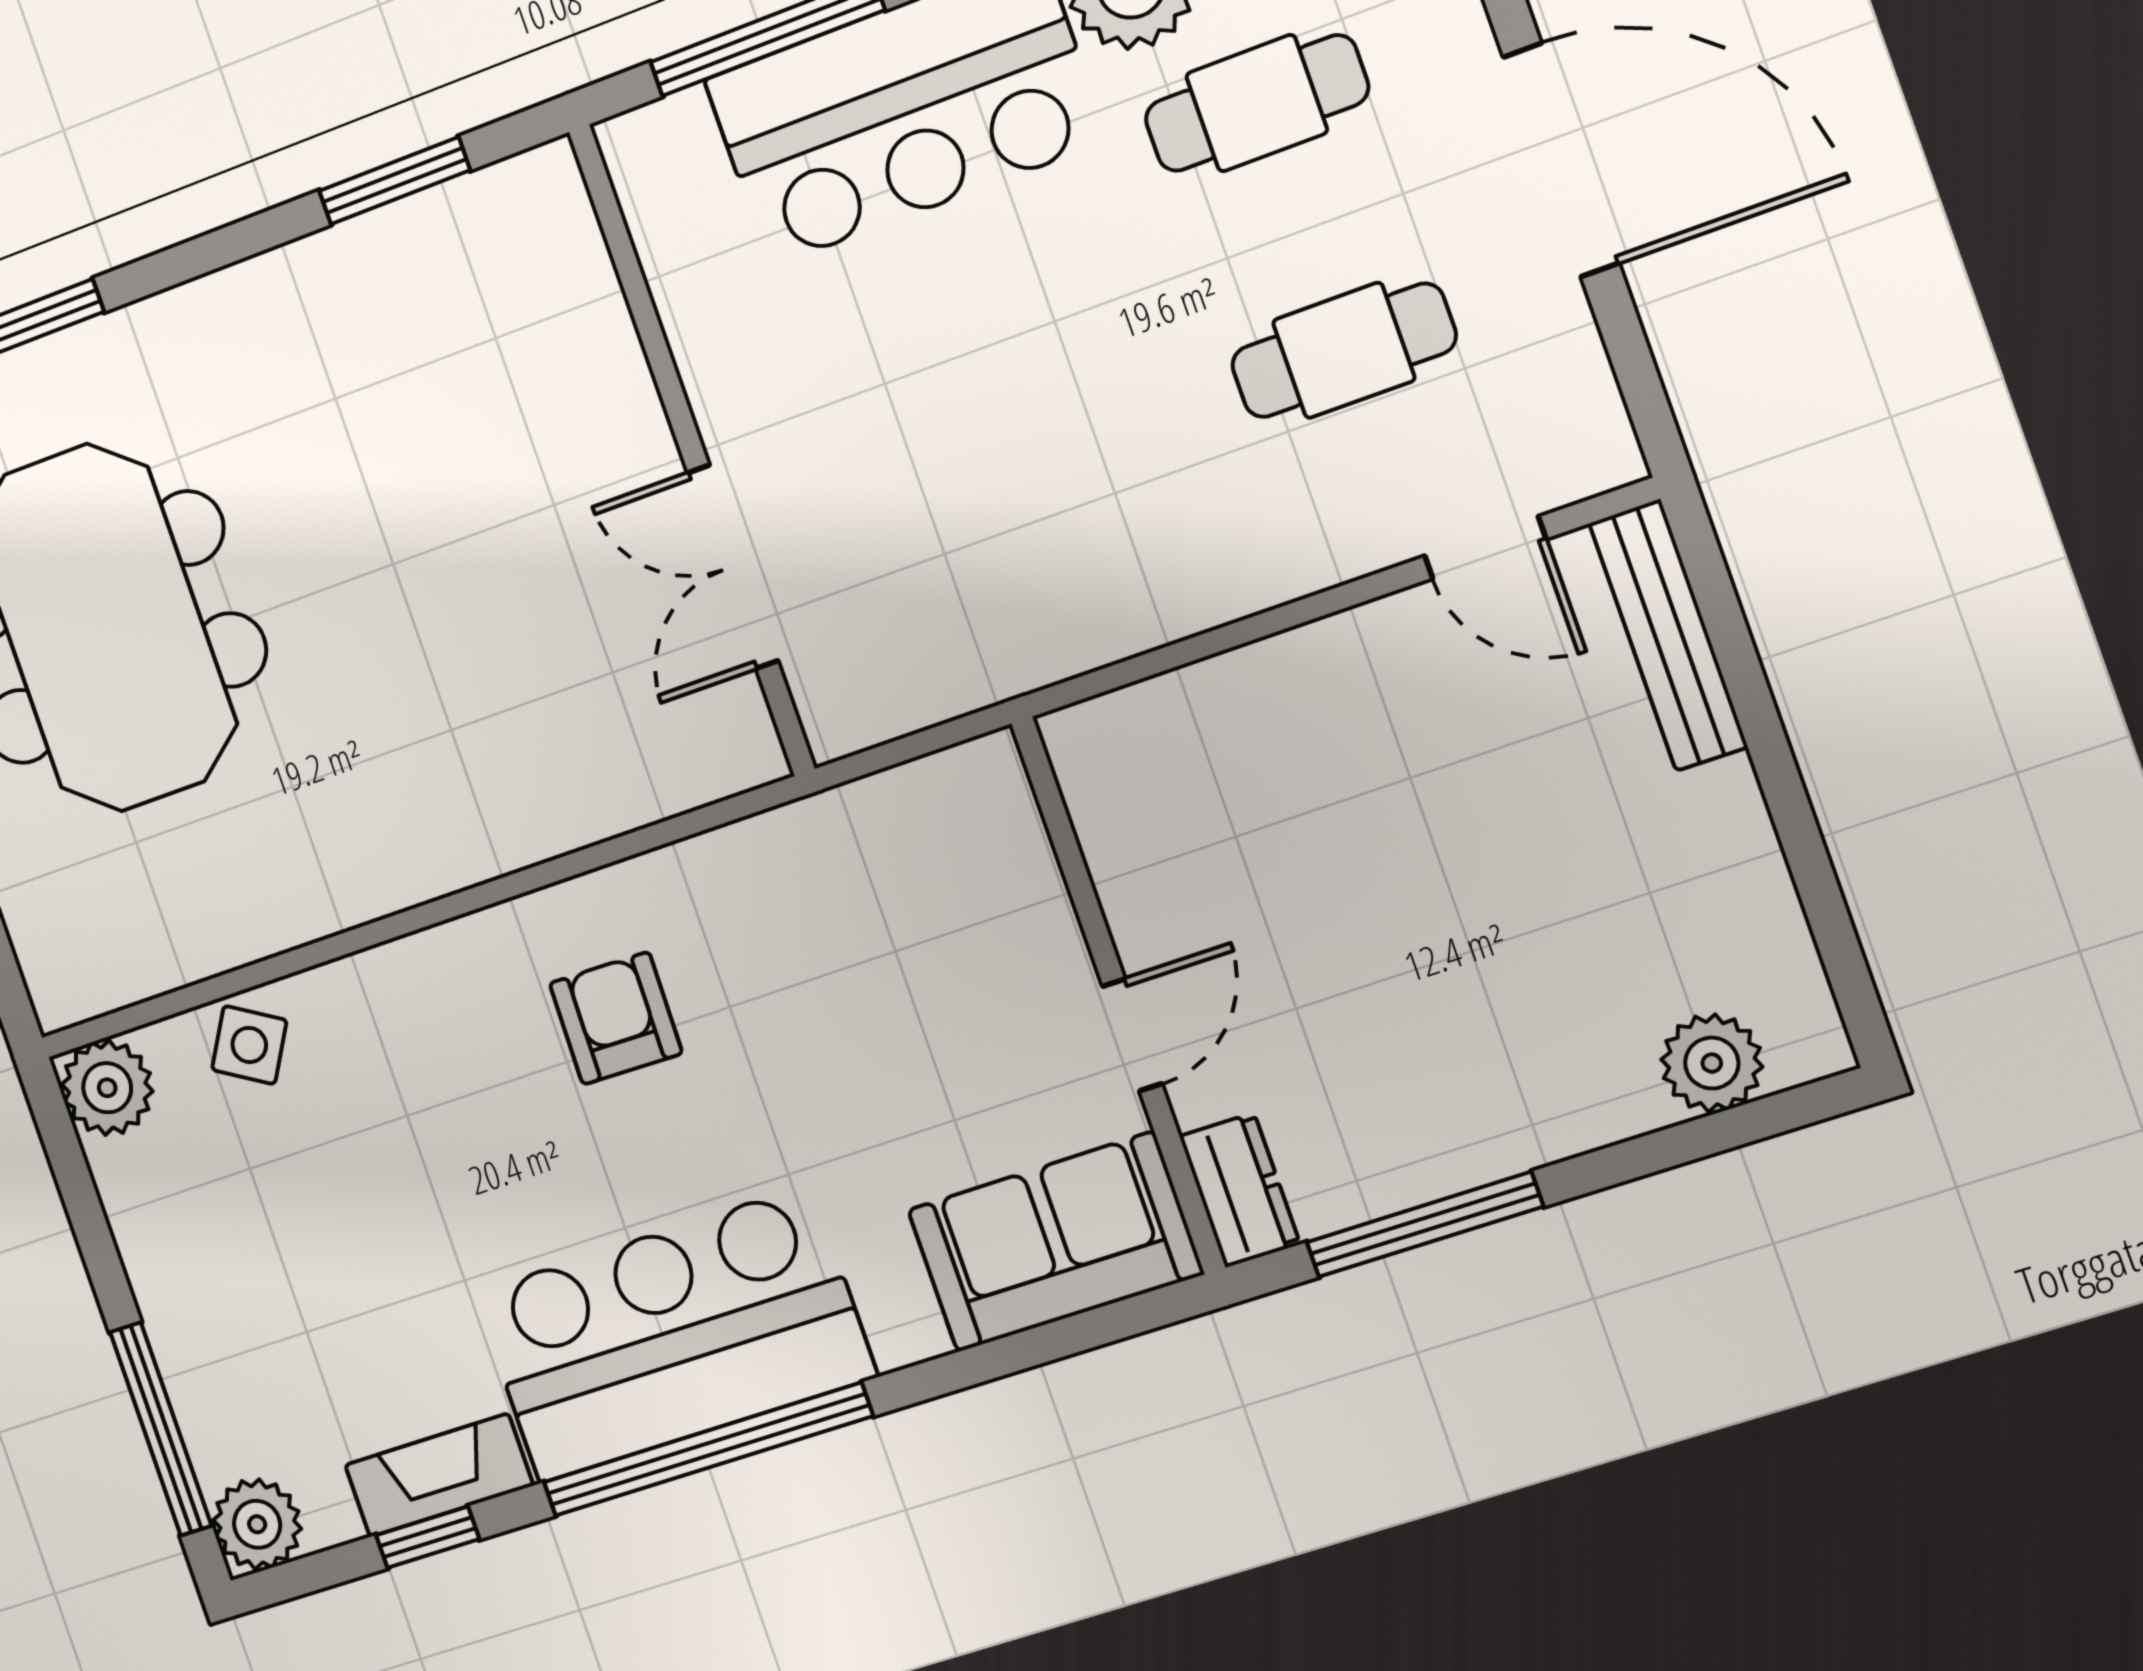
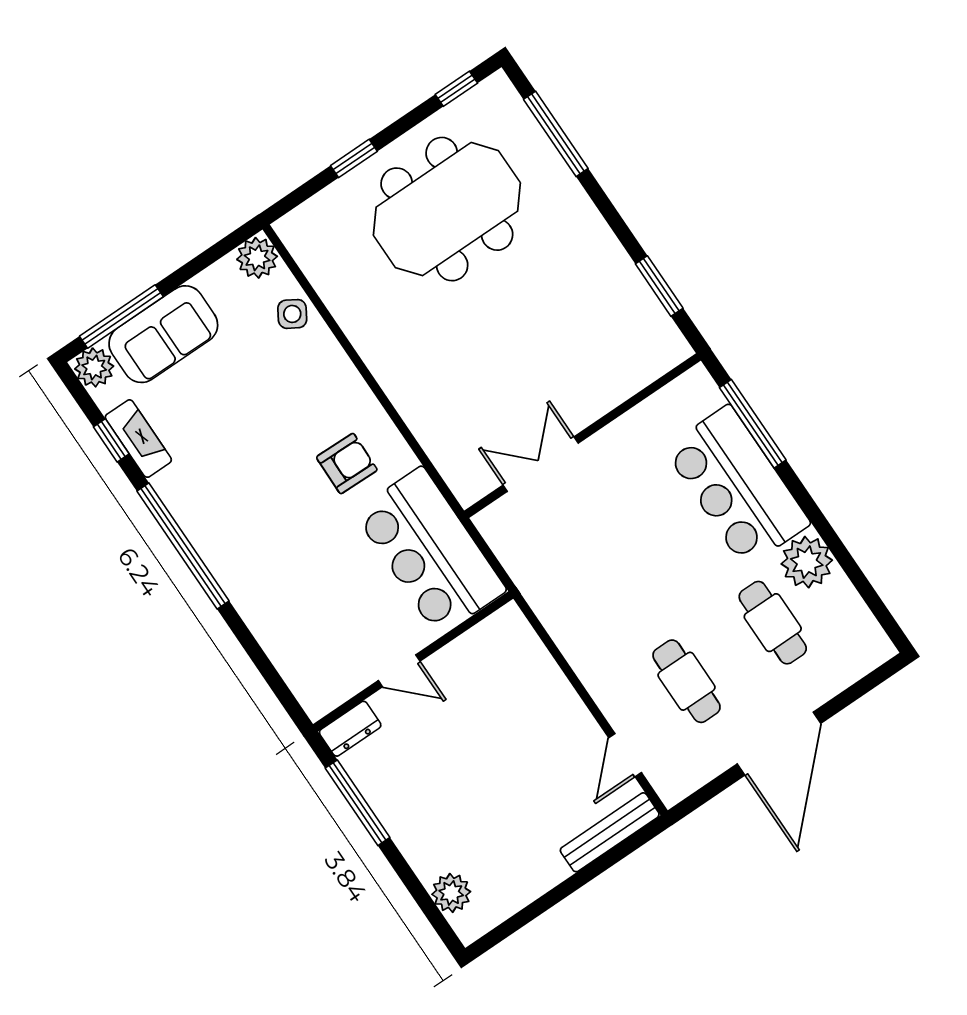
sofa: (1055, 1242) -> (163, 334), moved, turned 90
bar counter: (674, 1335) -> (430, 551), moved, turned 180

